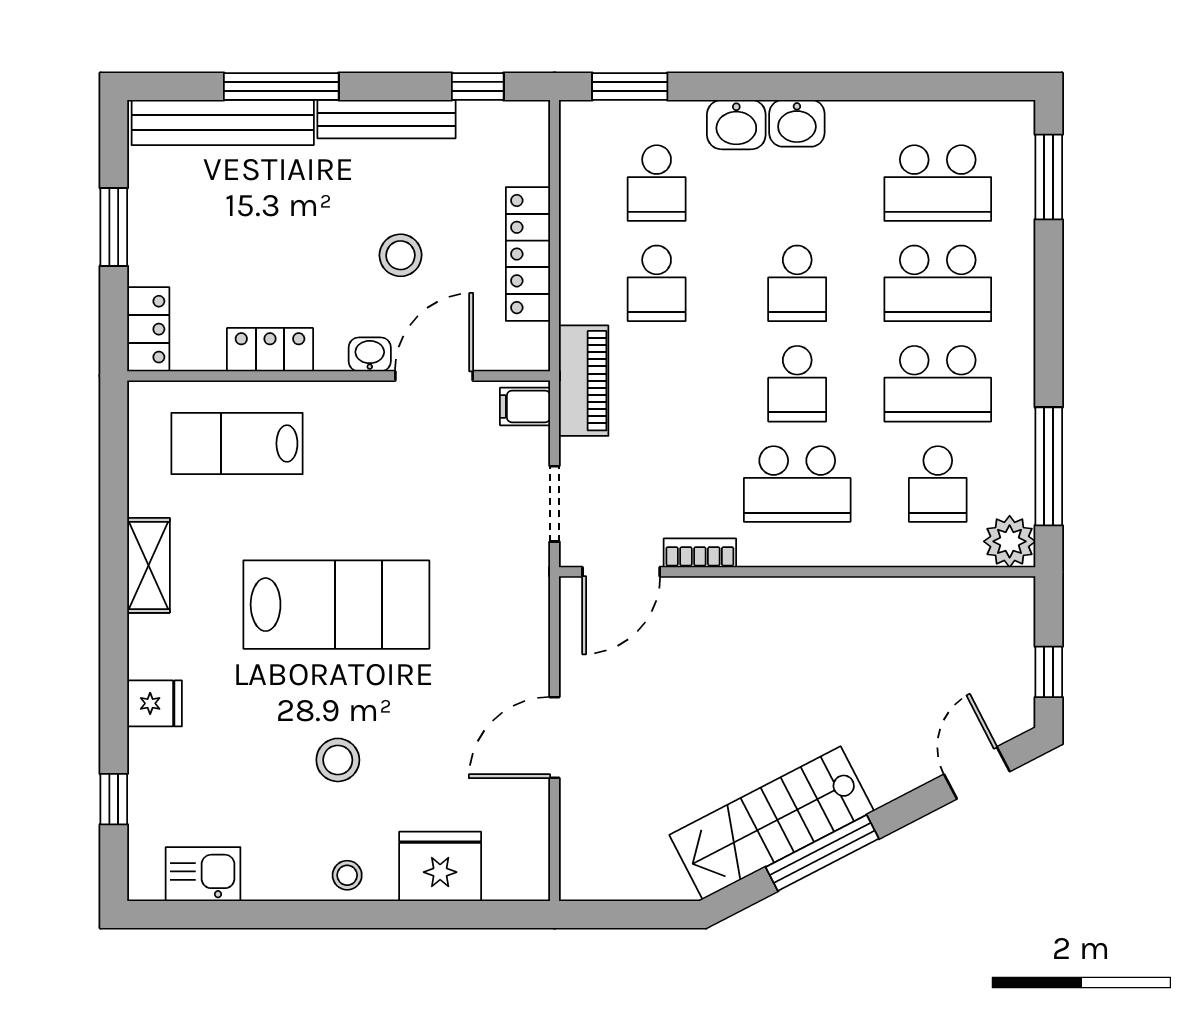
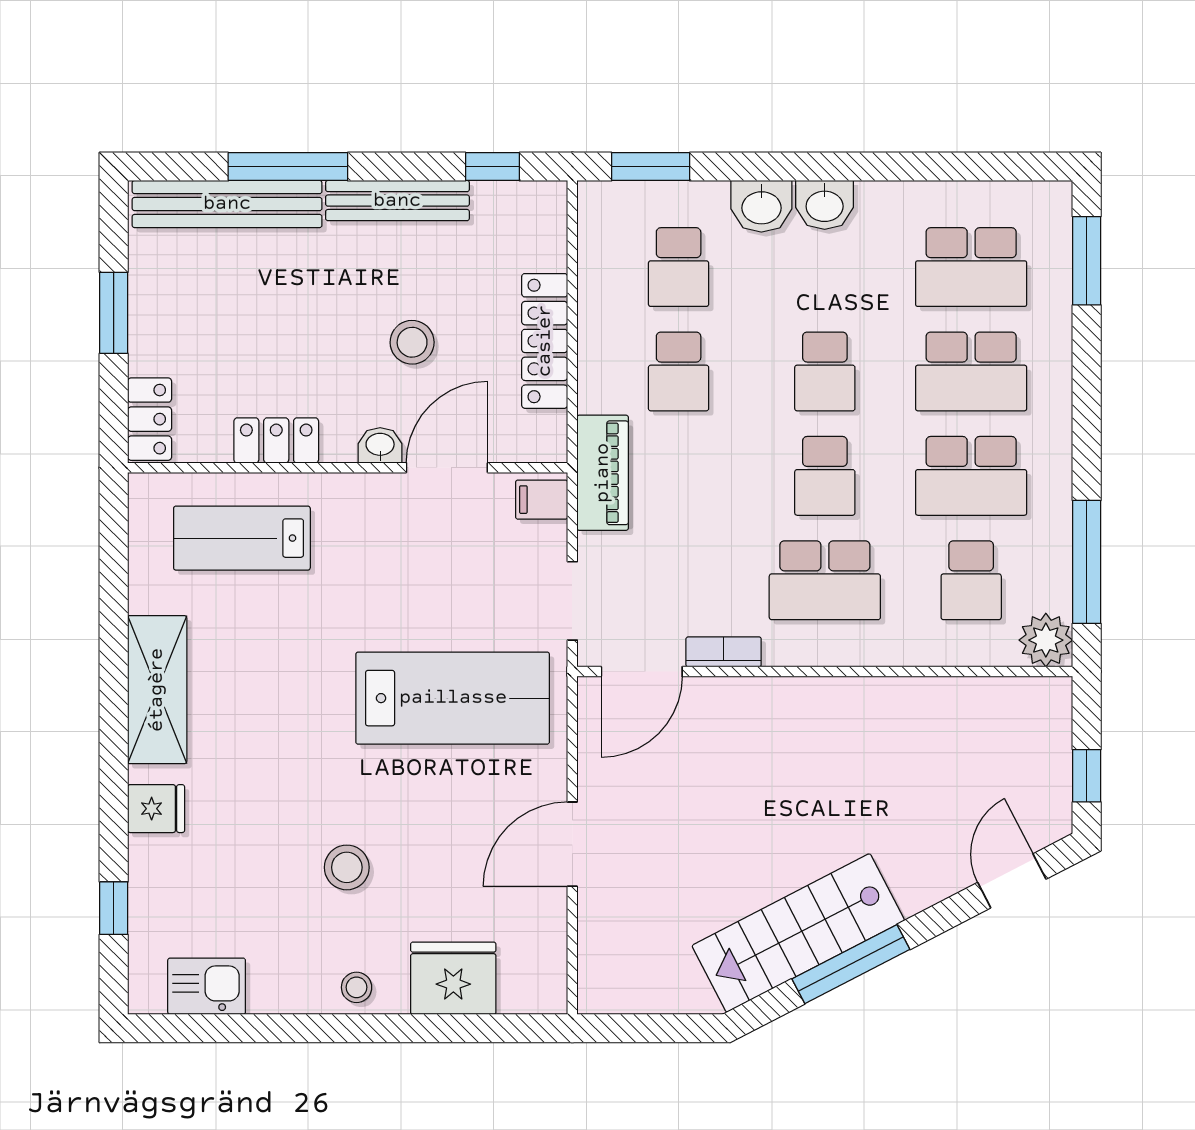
shelving: (148, 565) -> (157, 690), width x1.50, depth x1.33
lab bench: (336, 605) -> (453, 698), moved

